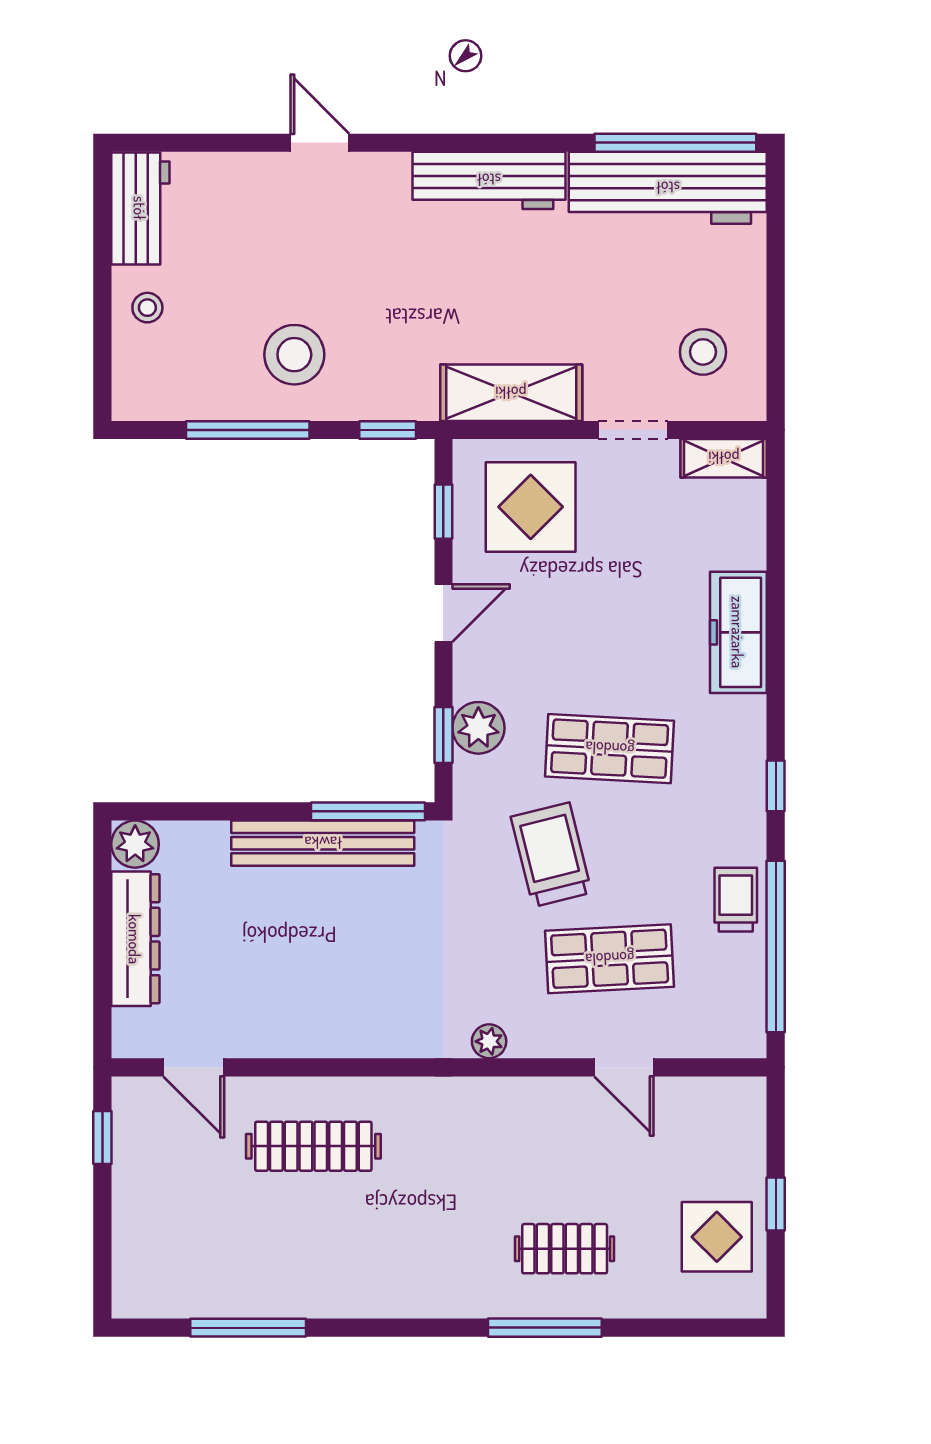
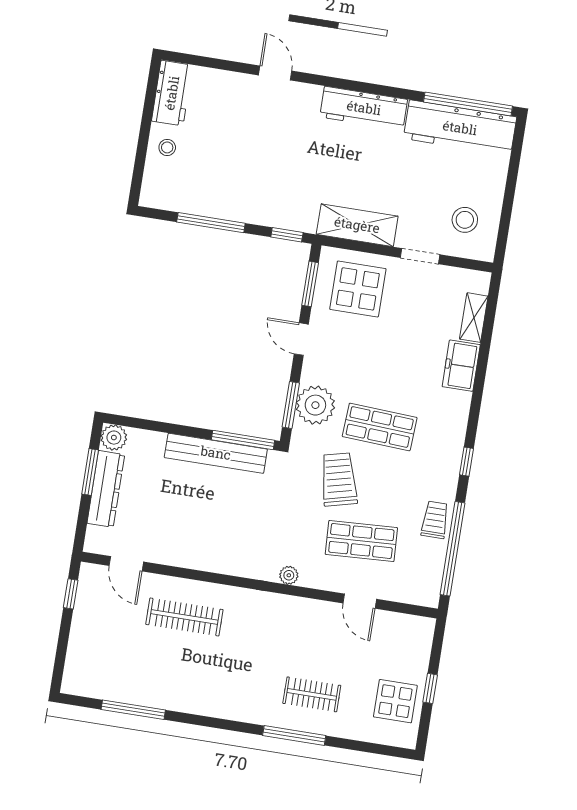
stool: (294, 355) -> (243, 186), removed
shelving: (724, 458) -> (474, 318), moved, turned 90
window: (443, 512) -> (310, 284), width x1.50
door: (443, 613) -> (301, 339), swing flipped
freezer: (738, 632) -> (461, 366), width x0.71
plant: (478, 728) -> (315, 405), width x1.36, depth x1.36
window: (443, 735) -> (291, 405), width x1.50
window: (102, 913) -> (90, 472), added

